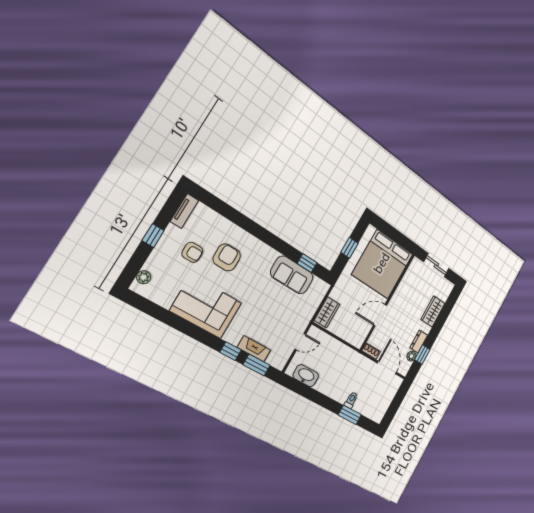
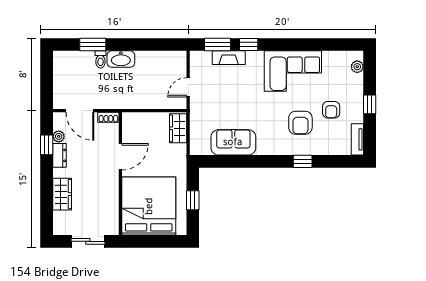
armchair: (192, 252) -> (331, 110), turned -90
window: (307, 263) -> (303, 161), moved
washbasin: (306, 376) -> (121, 59), moved

